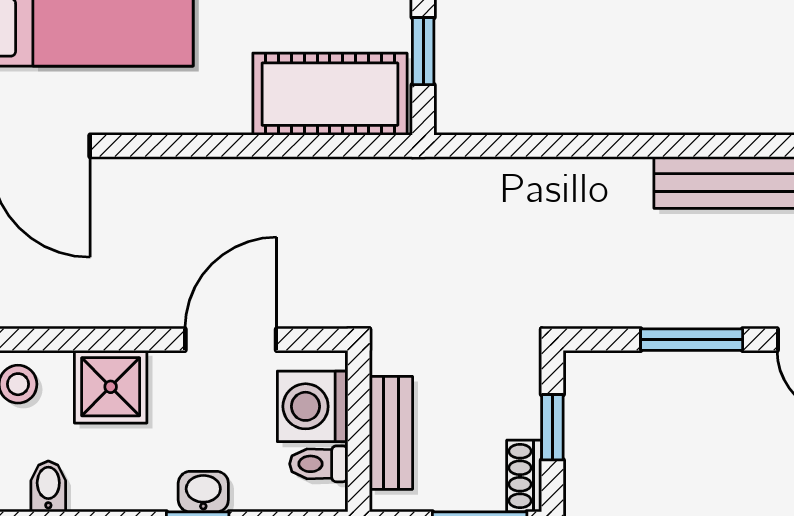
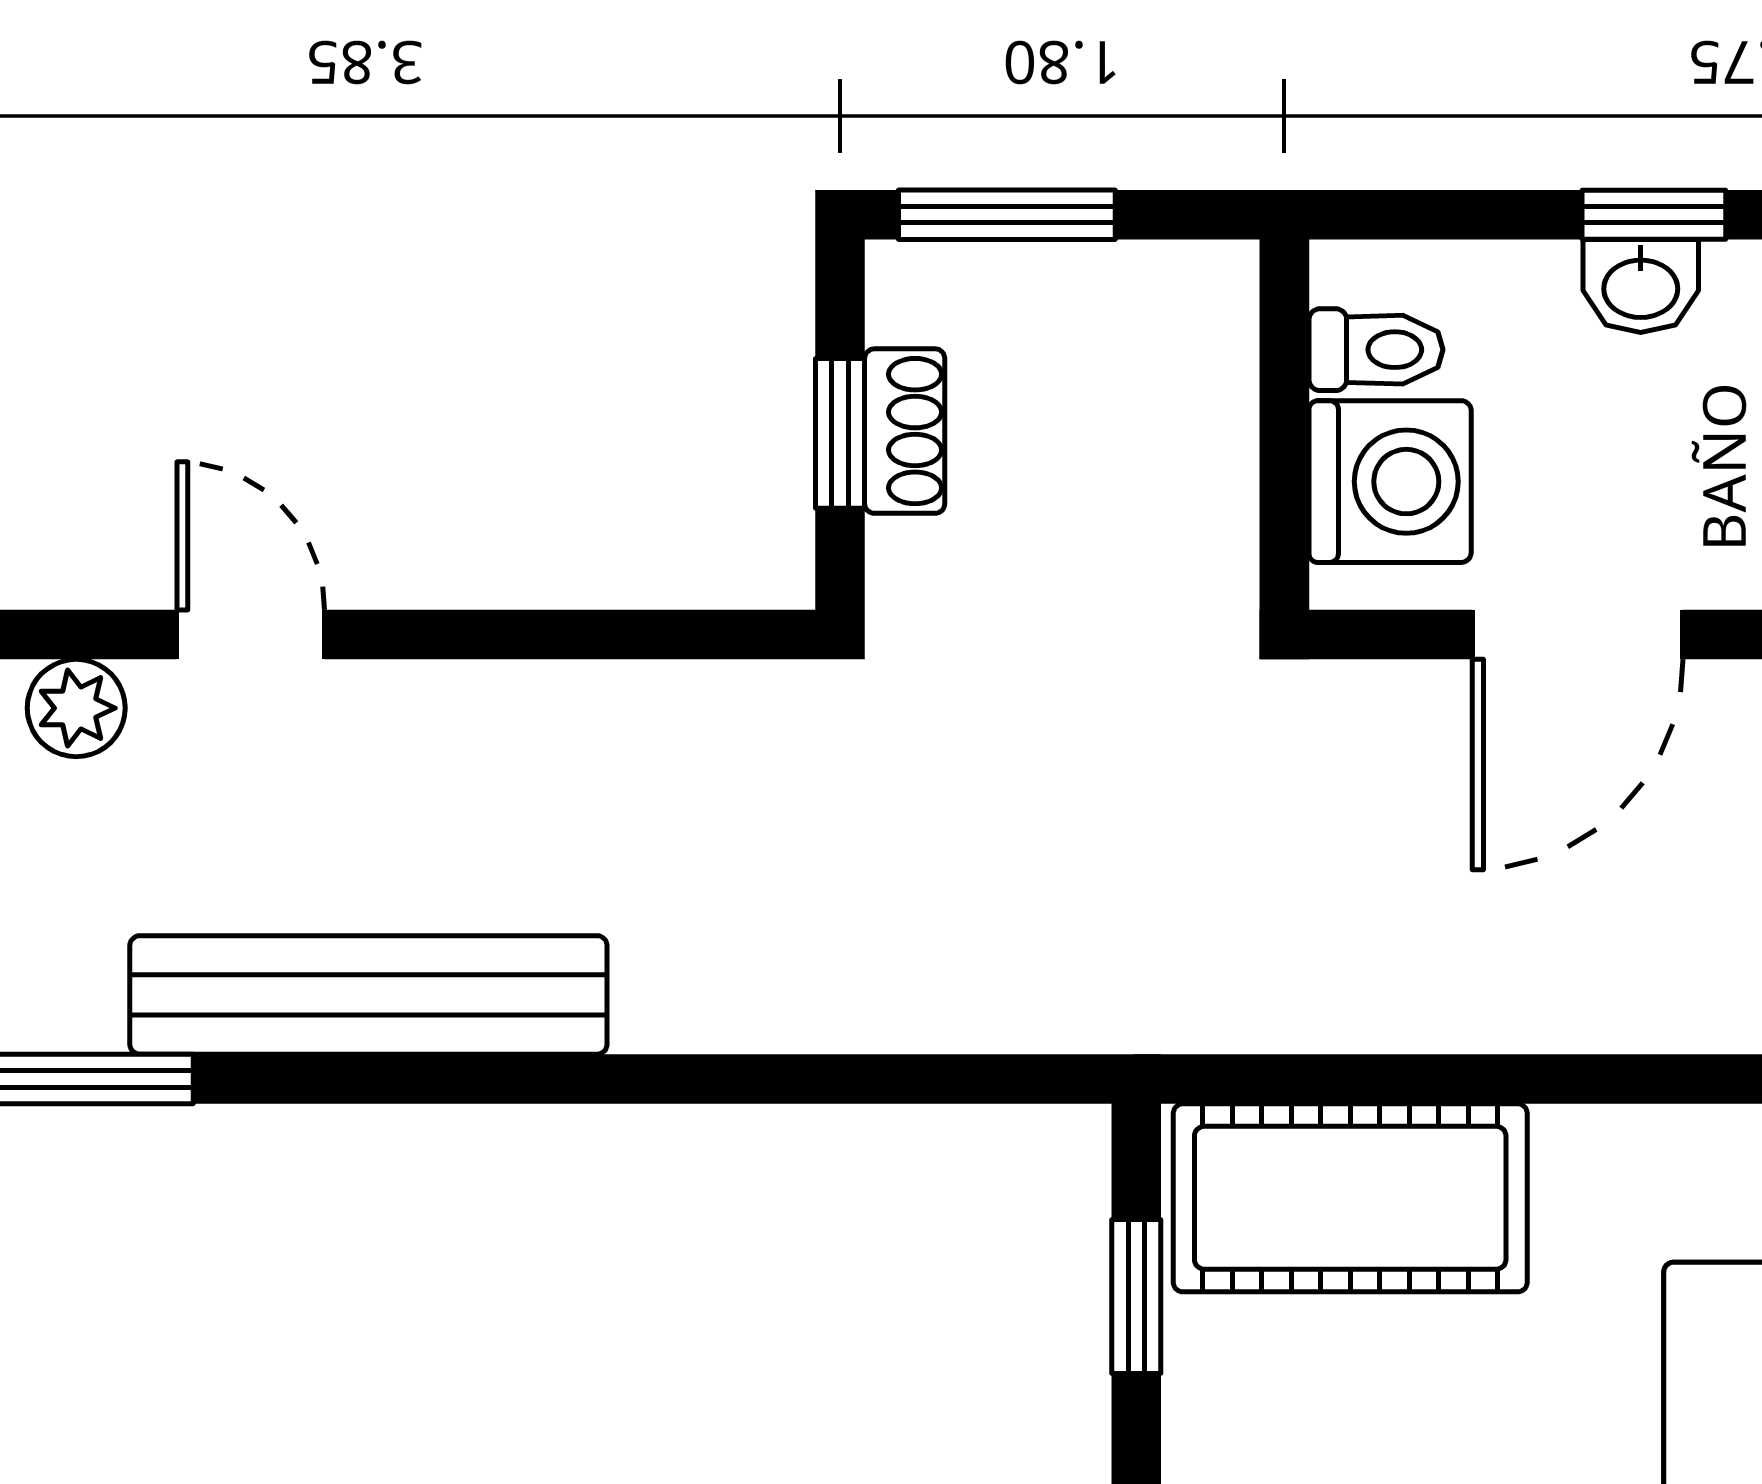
window: (692, 340) -> (521, 634), removed
bench: (391, 433) -> (1210, 421), removed
shoe rack: (524, 476) -> (905, 431), moved

